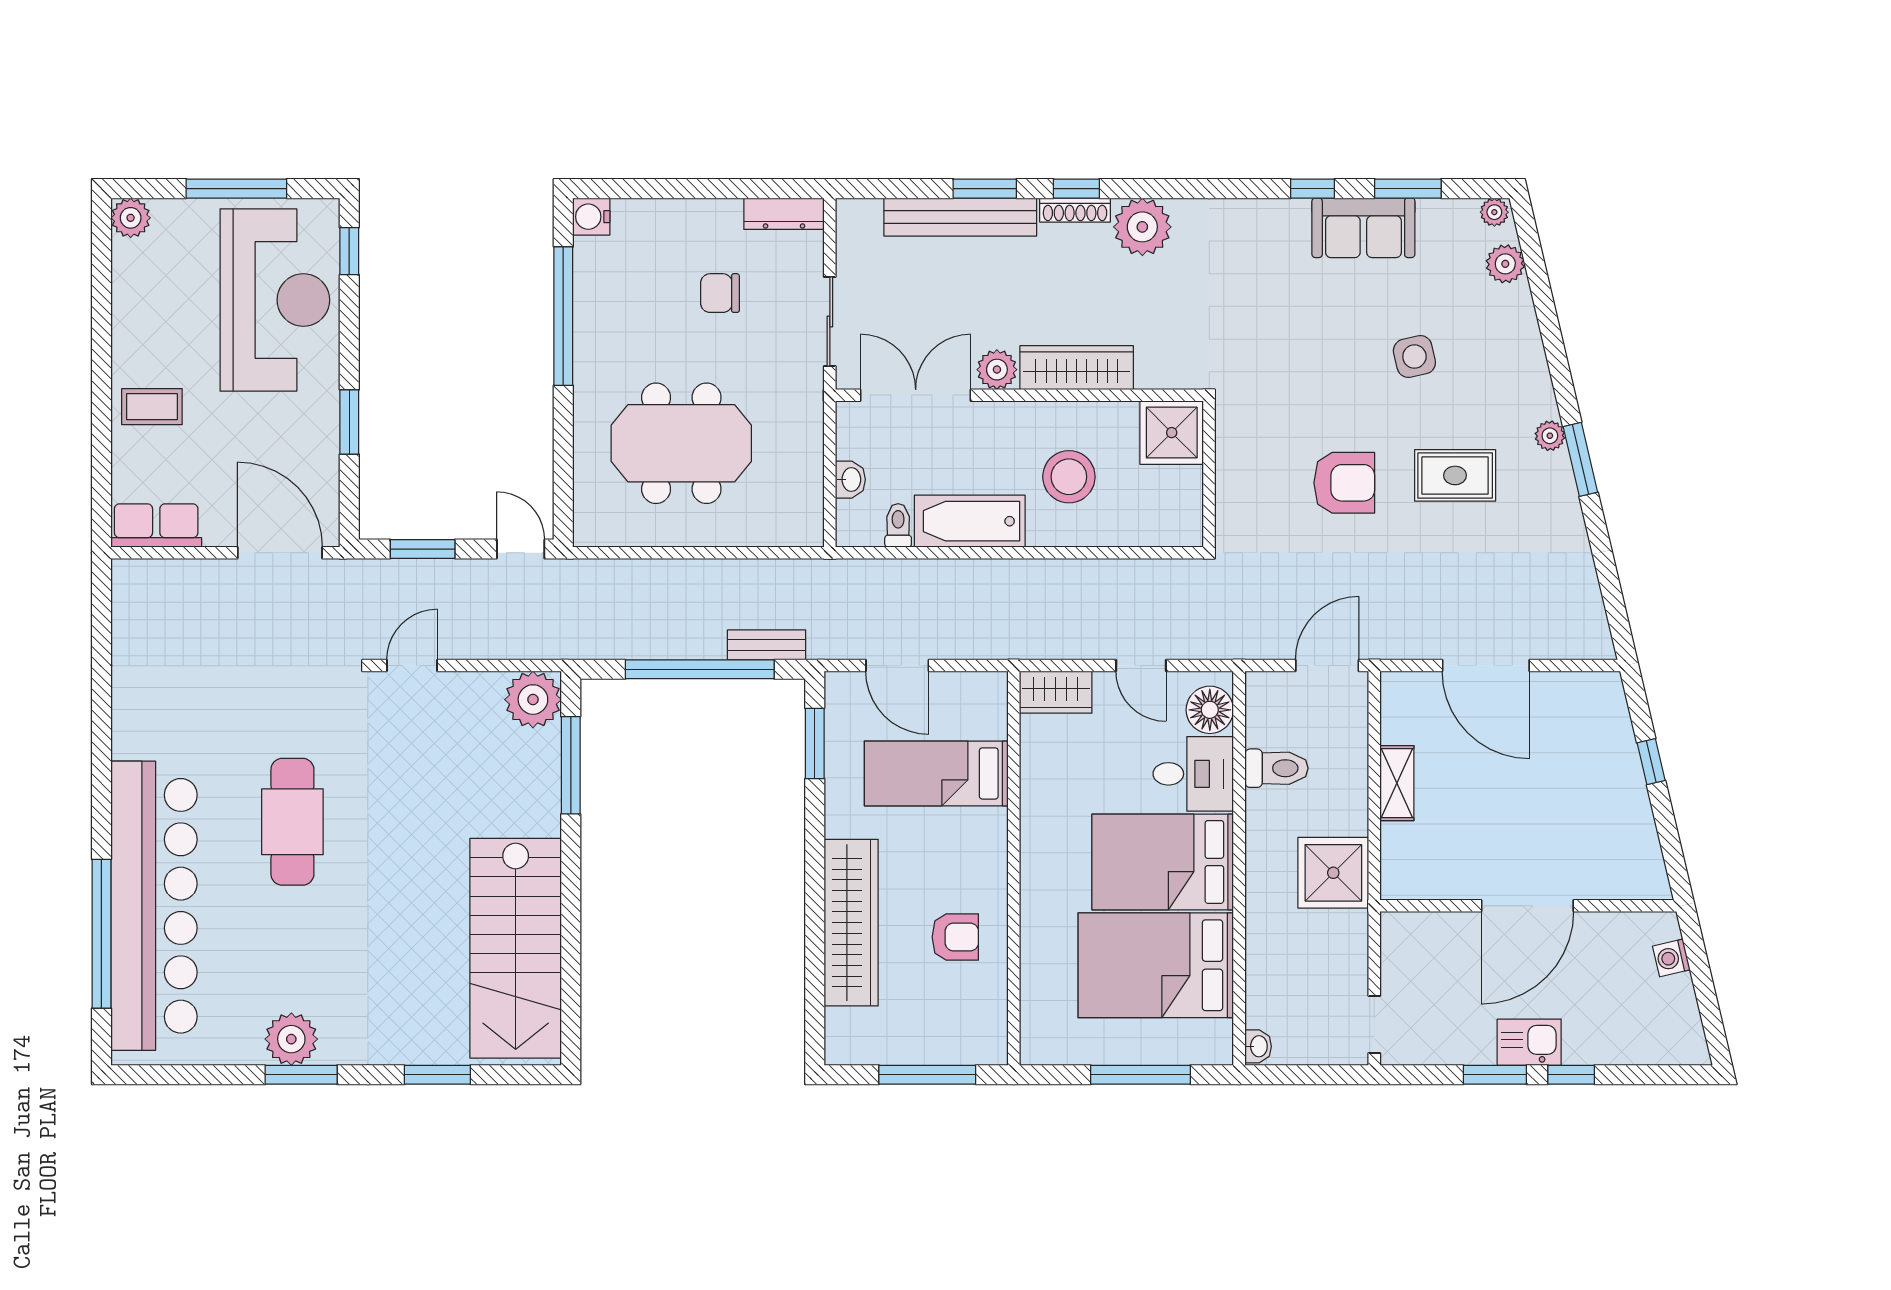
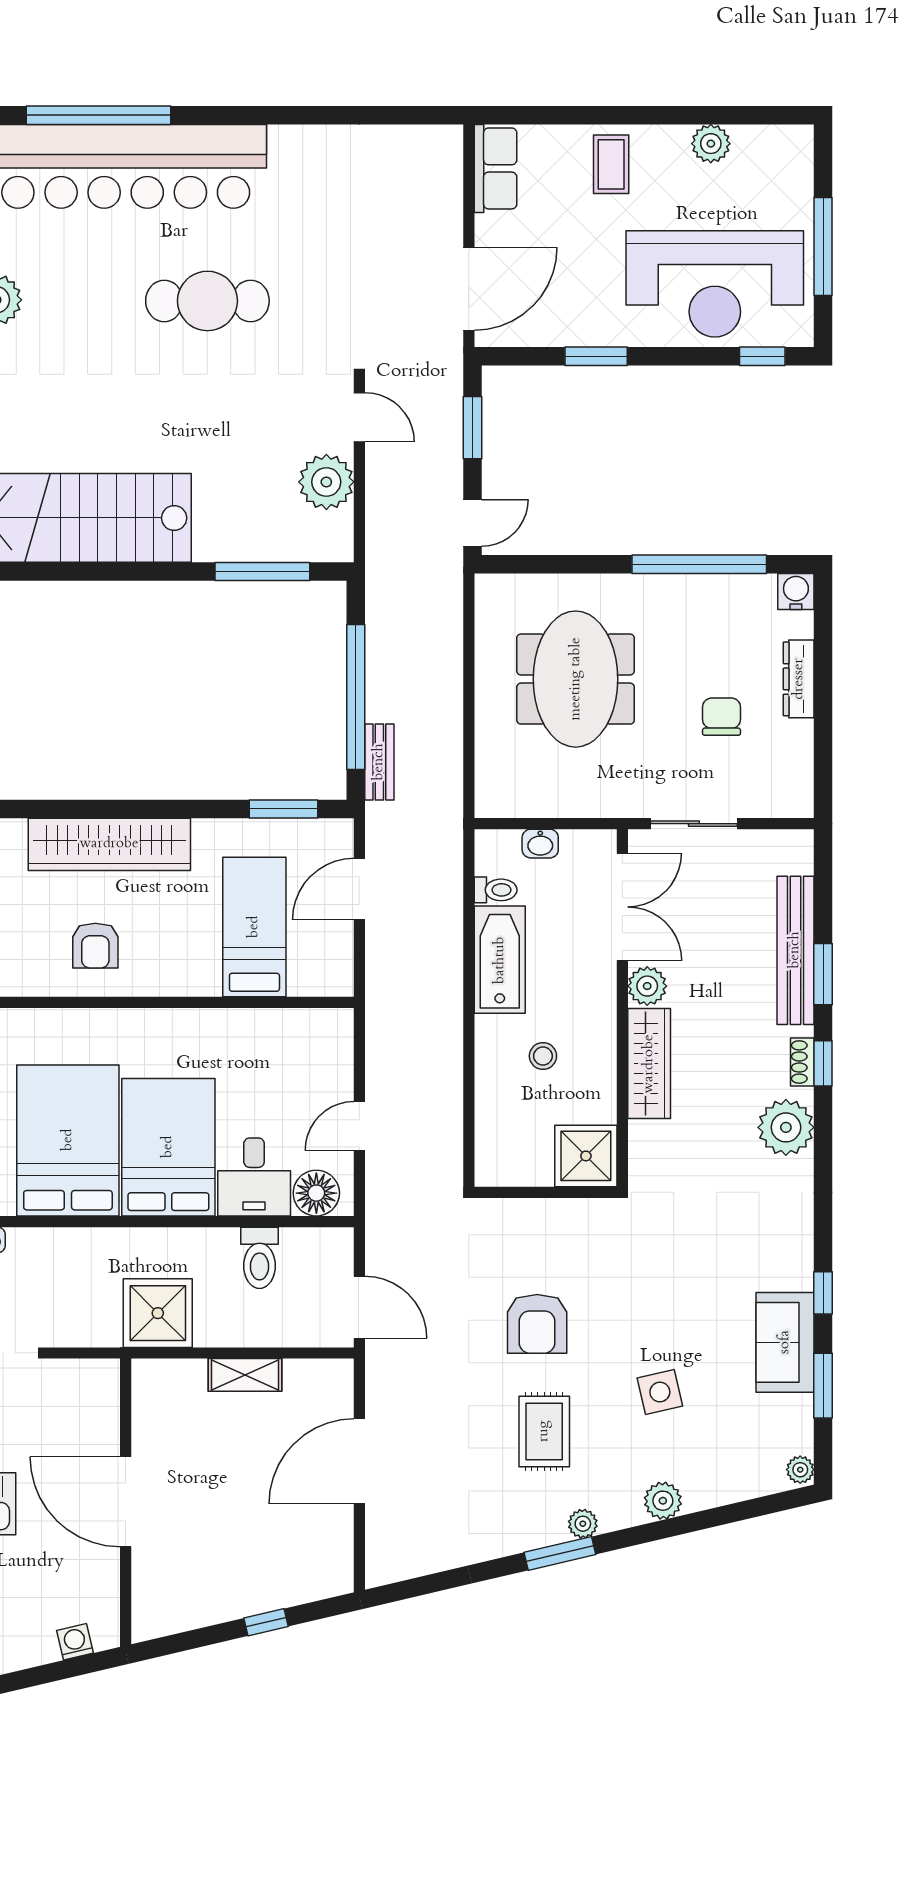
shoe rack: (1075, 210) -> (802, 1062), width x0.70
dresser: (784, 214) -> (799, 679), moved
plant: (131, 218) -> (711, 144), moved
plant: (1505, 264) -> (663, 1501), moved
stool: (1069, 477) -> (543, 1056), width x0.53, depth x0.53
wardrobe: (1056, 692) -> (333, 1043), removed
plant: (533, 700) -> (326, 482), moved

